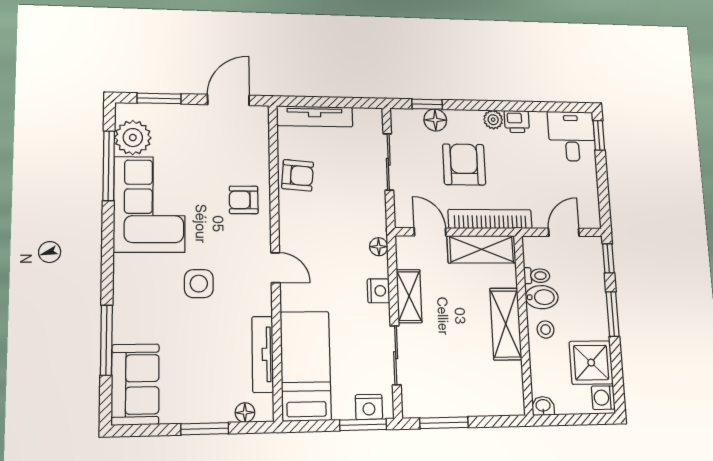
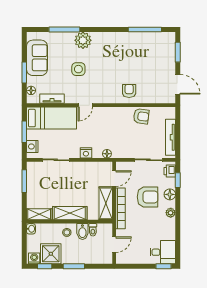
tv unit: (315, 116) -> (170, 137), moved
floor lamp: (435, 120) -> (170, 194), moved
printer: (517, 122) -> (170, 171), moved
plant: (133, 138) -> (83, 40), moved
armchair: (298, 175) -> (141, 116), turned -87
corner sofa: (149, 204) -> (127, 48), removed
door: (564, 232) -> (114, 245), hinge flipped
window: (608, 258) -> (45, 266), moved
door: (275, 268) -> (85, 105), moved
side table: (199, 284) -> (78, 69), moved
shelving: (409, 296) -> (39, 214), moved
tv unit: (263, 354) -> (52, 99), width x0.71
sofa: (135, 384) -> (37, 58), moved, turned -90
window: (363, 425) -> (24, 132), moved

